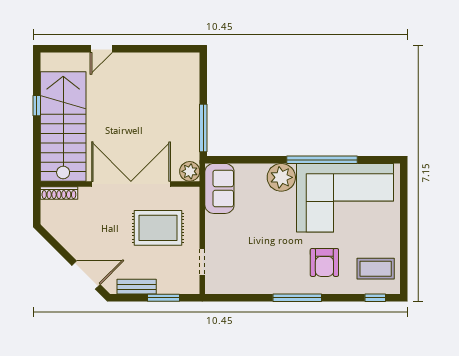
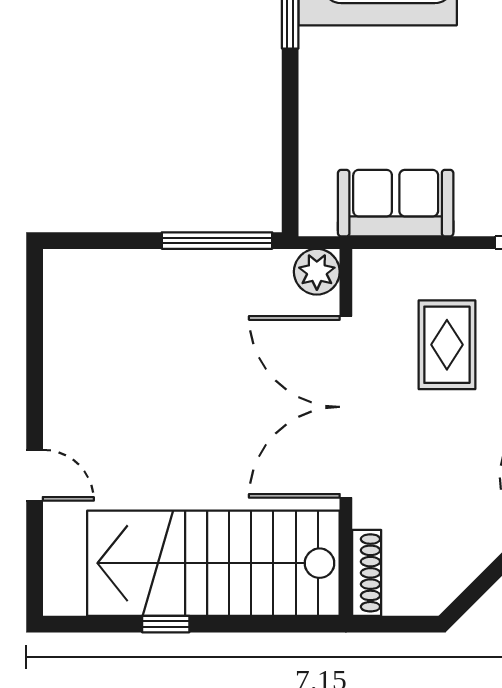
plant: (281, 177) -> (331, 61), removed
sofa: (219, 188) -> (396, 203), moved
rug: (158, 228) -> (447, 345), width x0.73, depth x0.70

